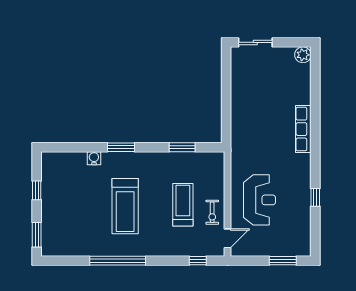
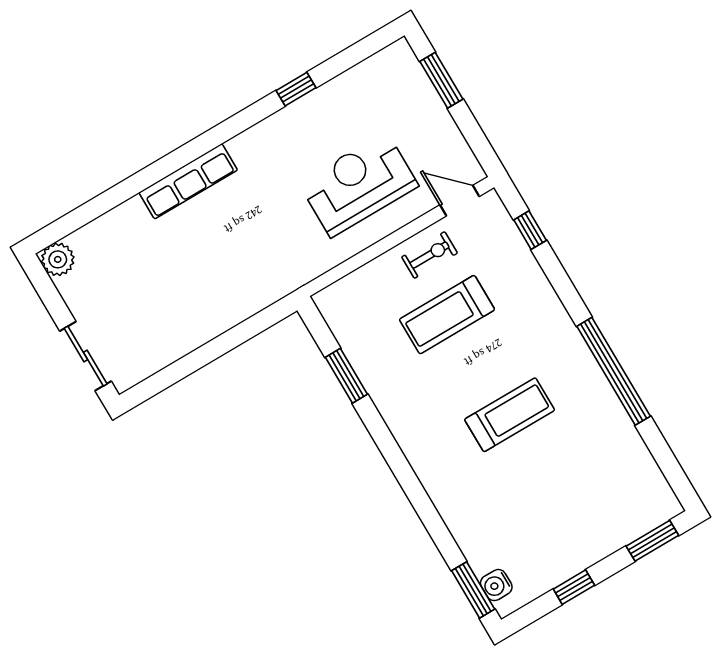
window: (121, 147) -> (473, 590), moved
water cooler: (94, 158) -> (496, 585), moved
treadmill: (125, 206) -> (510, 415), width x0.73, depth x0.73

